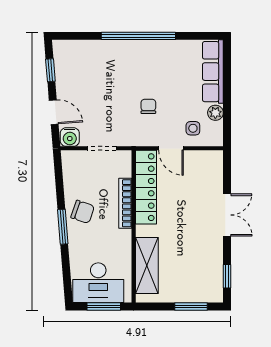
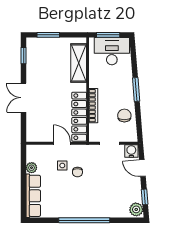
plant: (63, 52) -> (136, 209), added
side table: (193, 128) -> (62, 166), moved
chair: (83, 212) -> (124, 115), moved, turned 71

